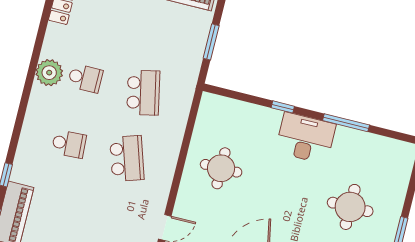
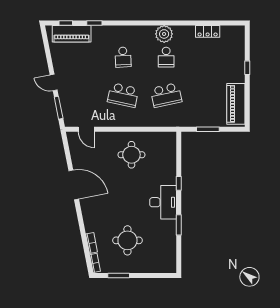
window: (346, 123) -> (179, 225), width x0.69
school desk: (127, 158) -> (123, 95), turned 30

